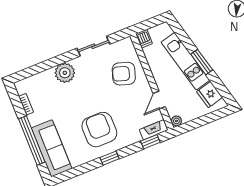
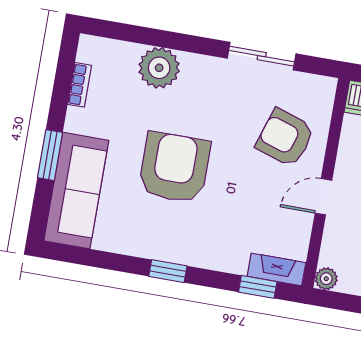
plant: (65, 73) -> (159, 68), moved
door: (159, 100) -> (323, 197), moved
armchair: (99, 130) -> (174, 168), moved
window: (32, 140) -> (50, 155), width x0.47

